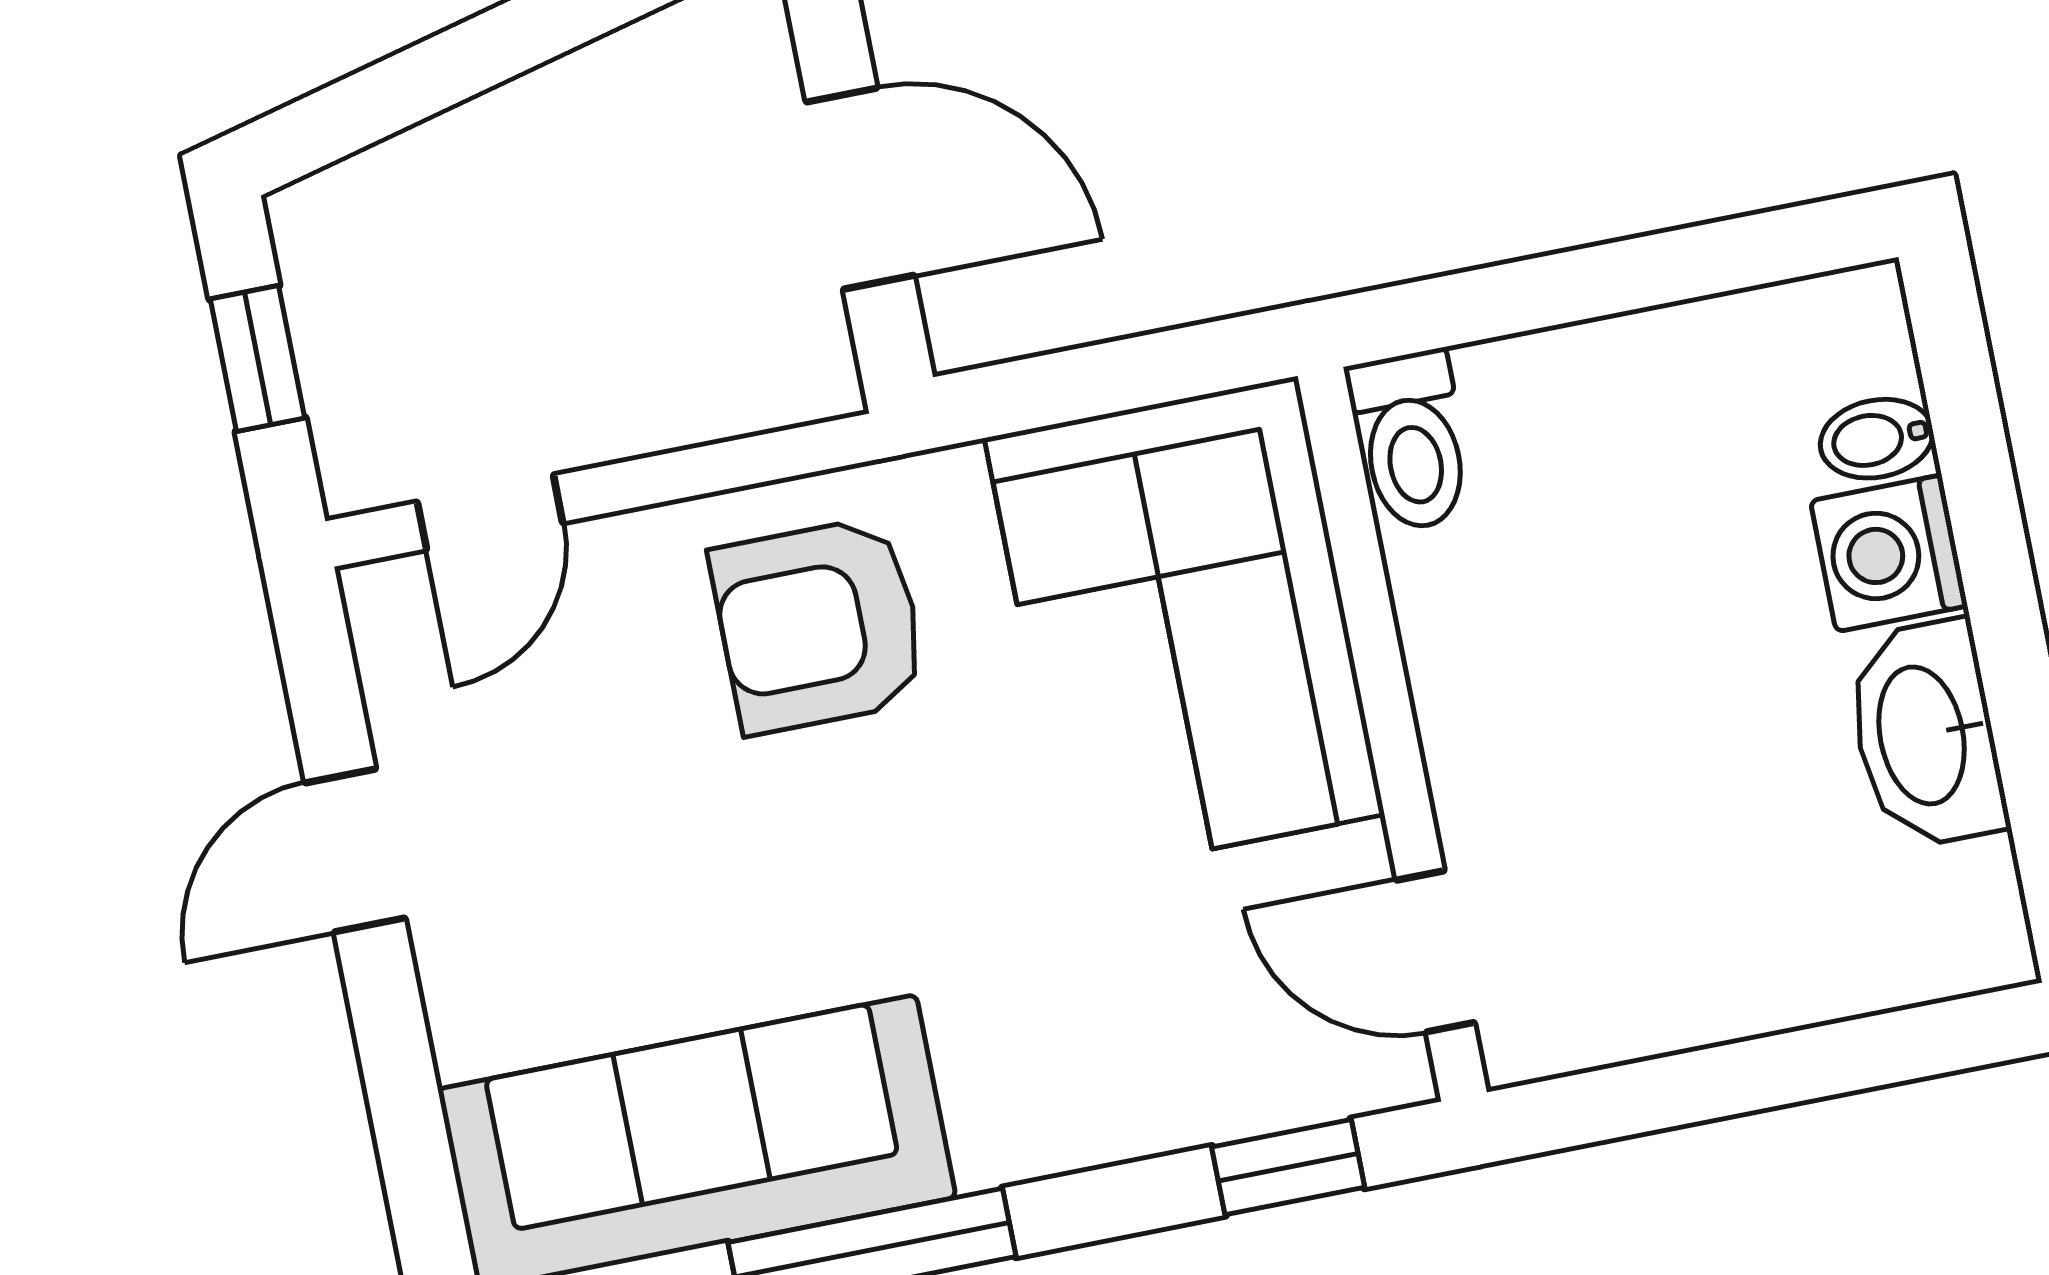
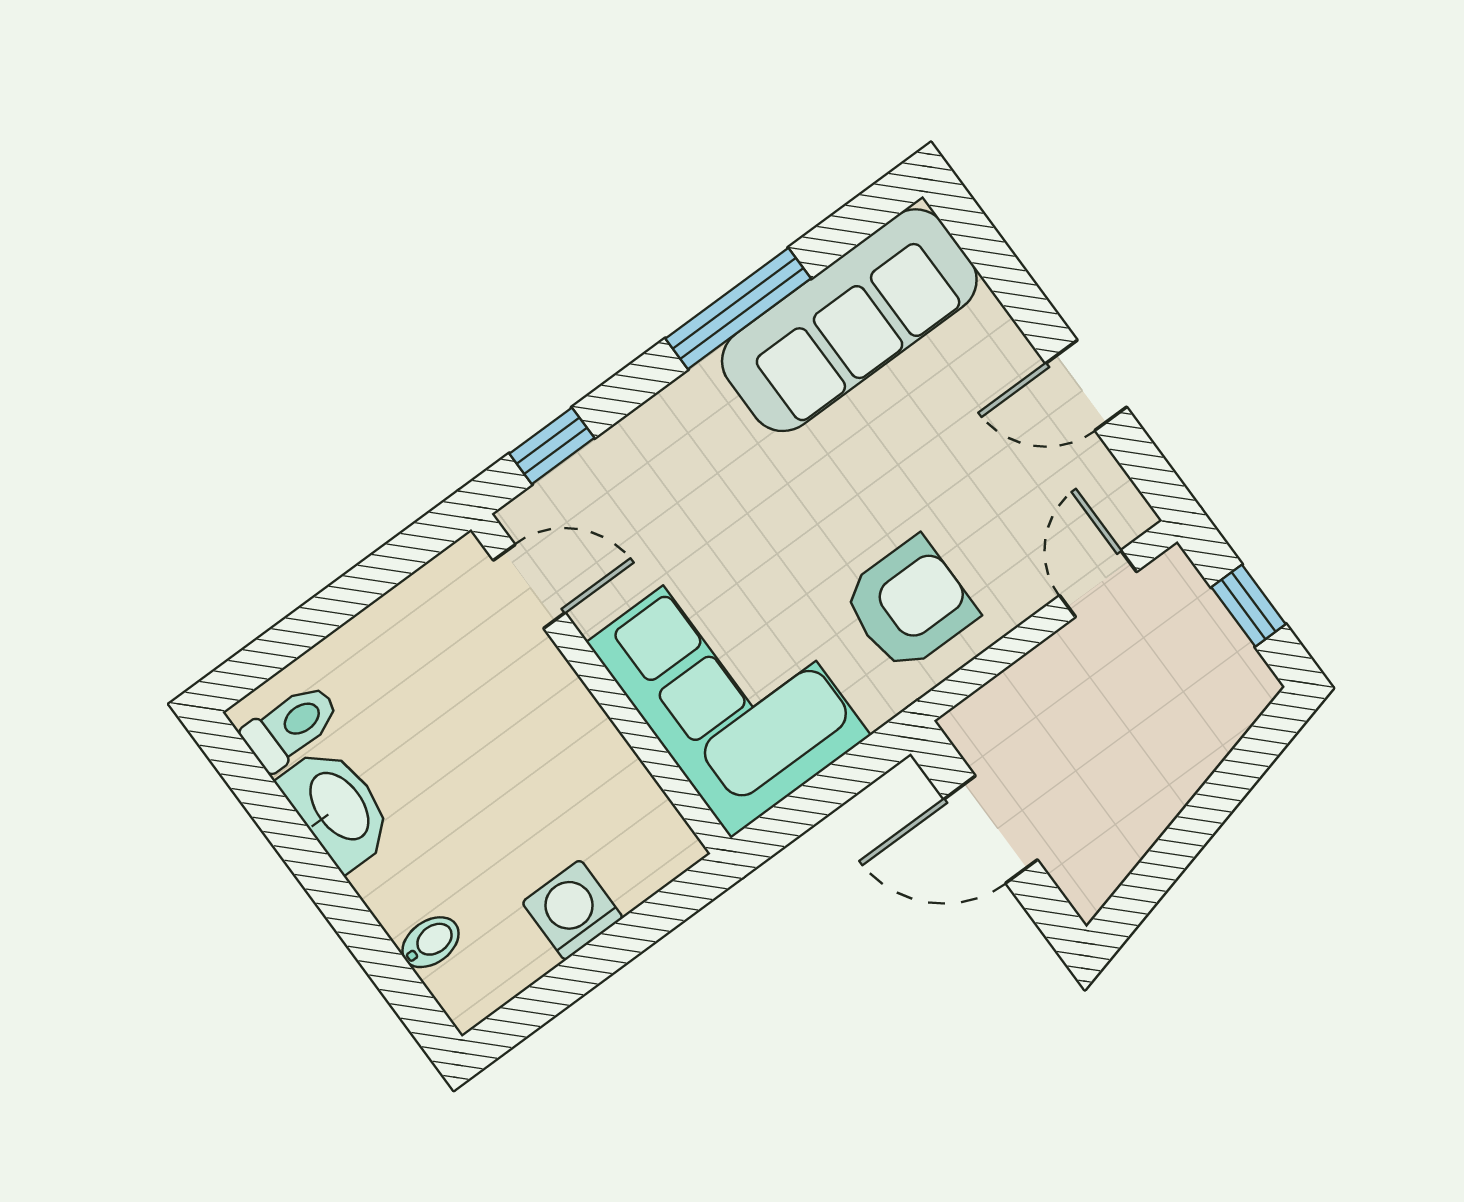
toilet: (1411, 441) -> (291, 726), moved, turned 90
washing machine: (1889, 553) -> (572, 910), moved, turned -90
door: (355, 851) -> (1086, 385), swing flipped

